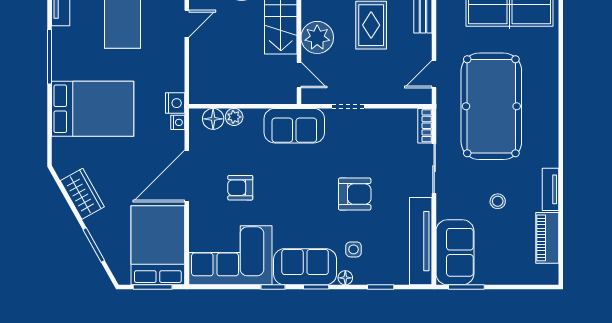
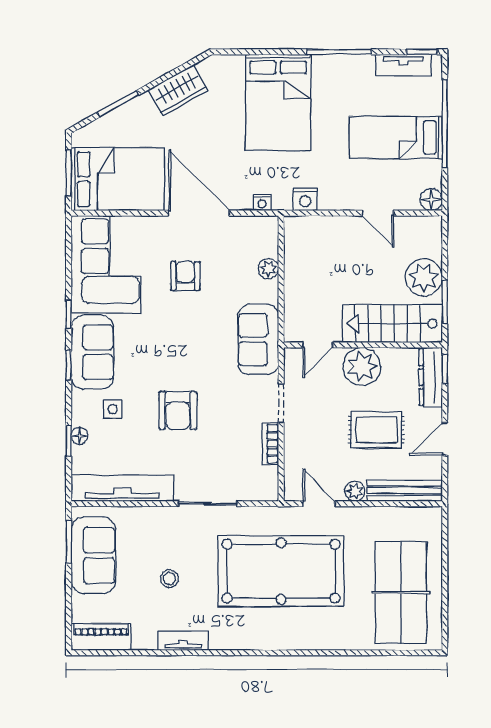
plant: (423, 43) -> (355, 491), added
nightstand: (175, 103) -> (305, 199), moved
floor lamp: (213, 119) -> (266, 244), removed
bookcase: (425, 126) -> (270, 444), moved, turned -90
piano: (547, 238) -> (101, 637), moved
sofa: (455, 252) -> (93, 555), moved, turned -90
floor lamp: (345, 278) -> (79, 436), moved

